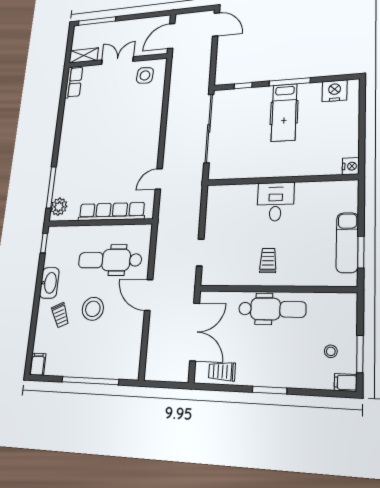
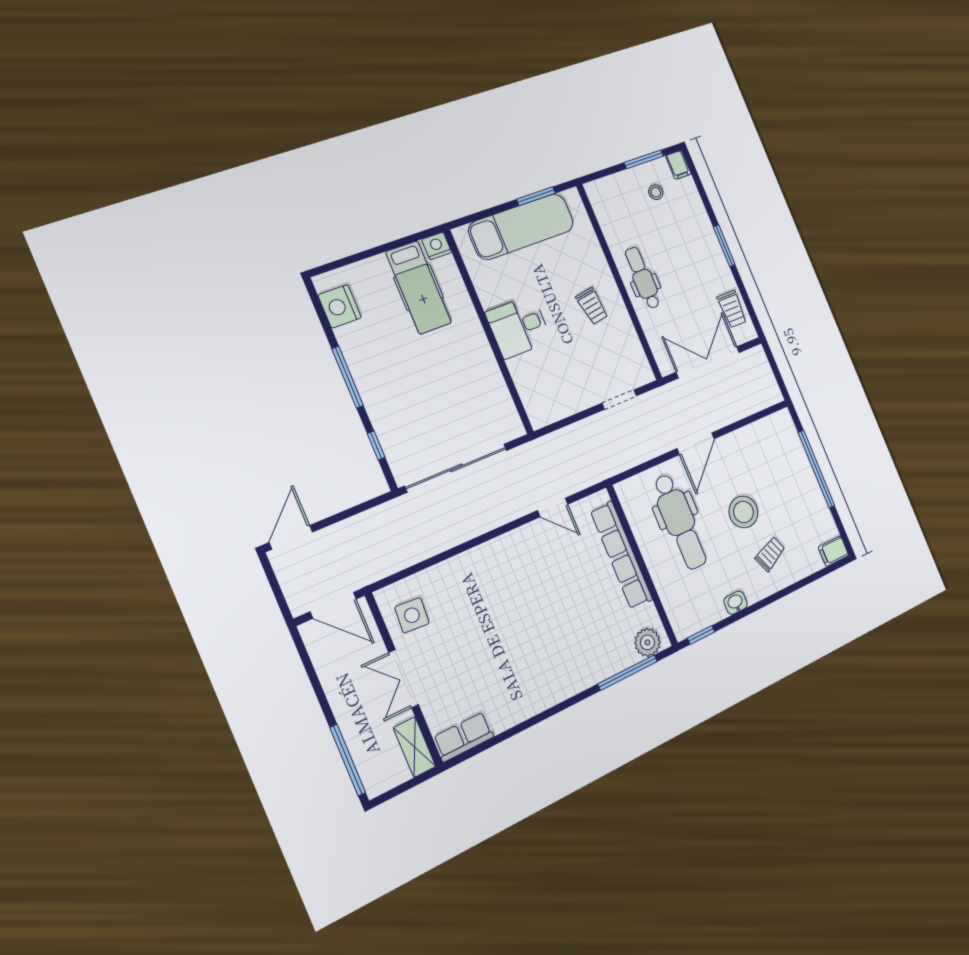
hospital bed: (284, 113) -> (418, 288), moved, turned 90
exam couch: (347, 243) -> (521, 227), width x1.36, depth x1.45
trolley: (268, 261) -> (592, 306), turned -99
washbasin: (49, 283) -> (736, 603), width x0.52, depth x0.69
dental chair: (272, 309) -> (643, 278), width x0.73, depth x0.72

